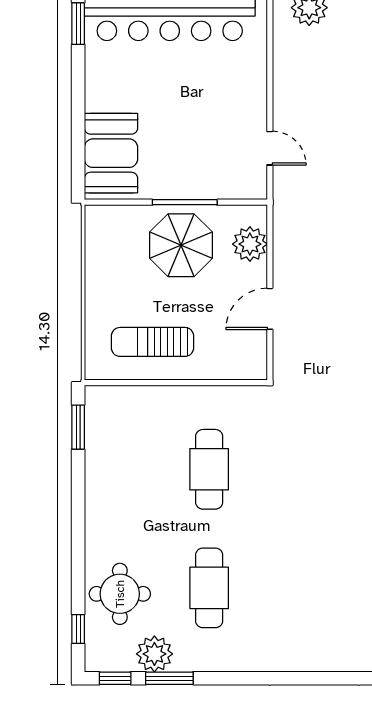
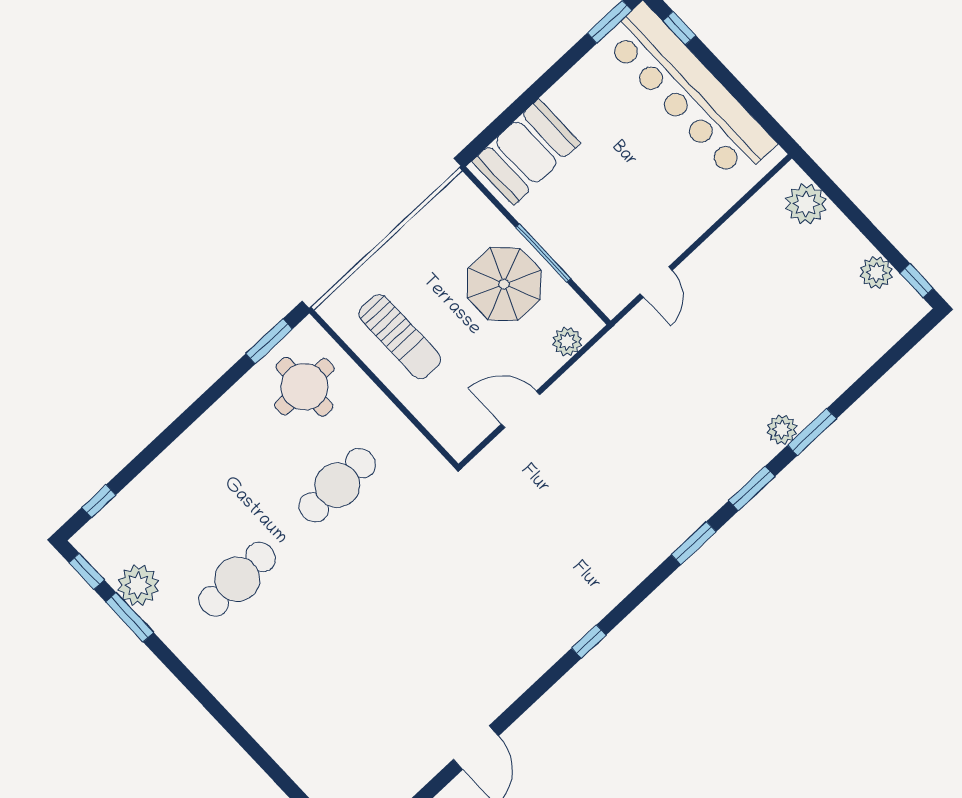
plant: (250, 244) -> (567, 341), width x0.73, depth x0.73
sun lounger: (153, 342) -> (400, 337), turned 180
round table: (120, 594) -> (304, 387), moved

